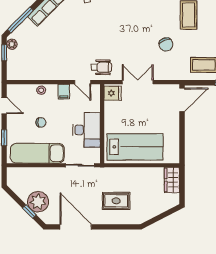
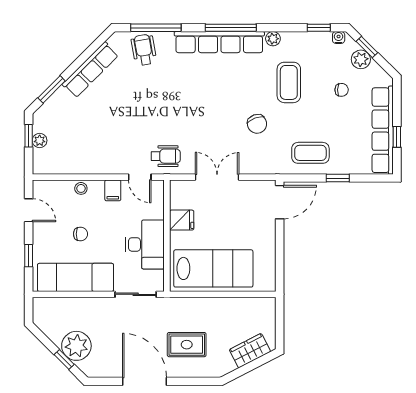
window: (20, 20) -> (52, 89), width x0.69
plant: (12, 44) -> (40, 141), moved
fridge: (113, 93) -> (182, 220), moved
wardrobe: (172, 180) -> (250, 351), moved, turned 63
door: (76, 227) -> (145, 381), moved

